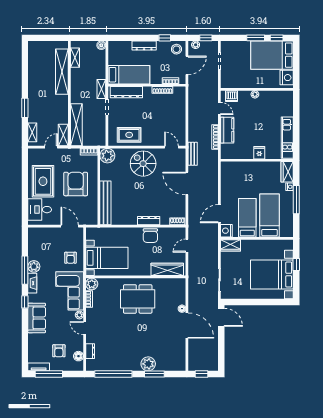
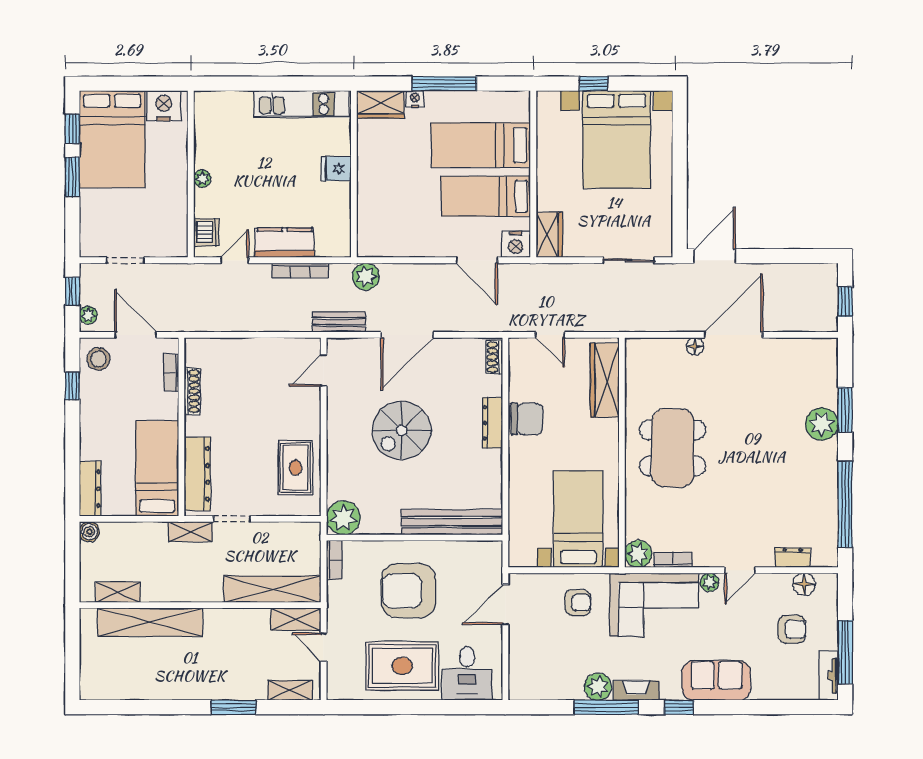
dresser: (144, 46) -> (90, 489), moved
spiral stairs: (143, 164) -> (402, 430), moved
plant: (212, 165) -> (366, 277), added

